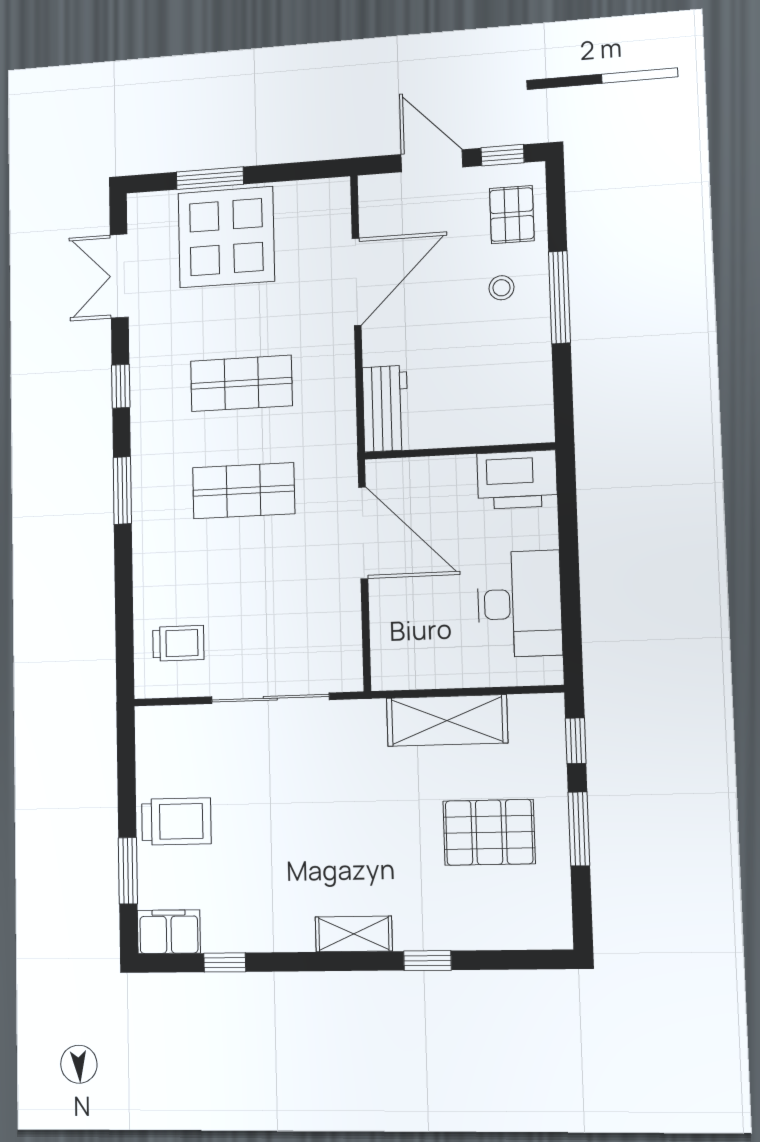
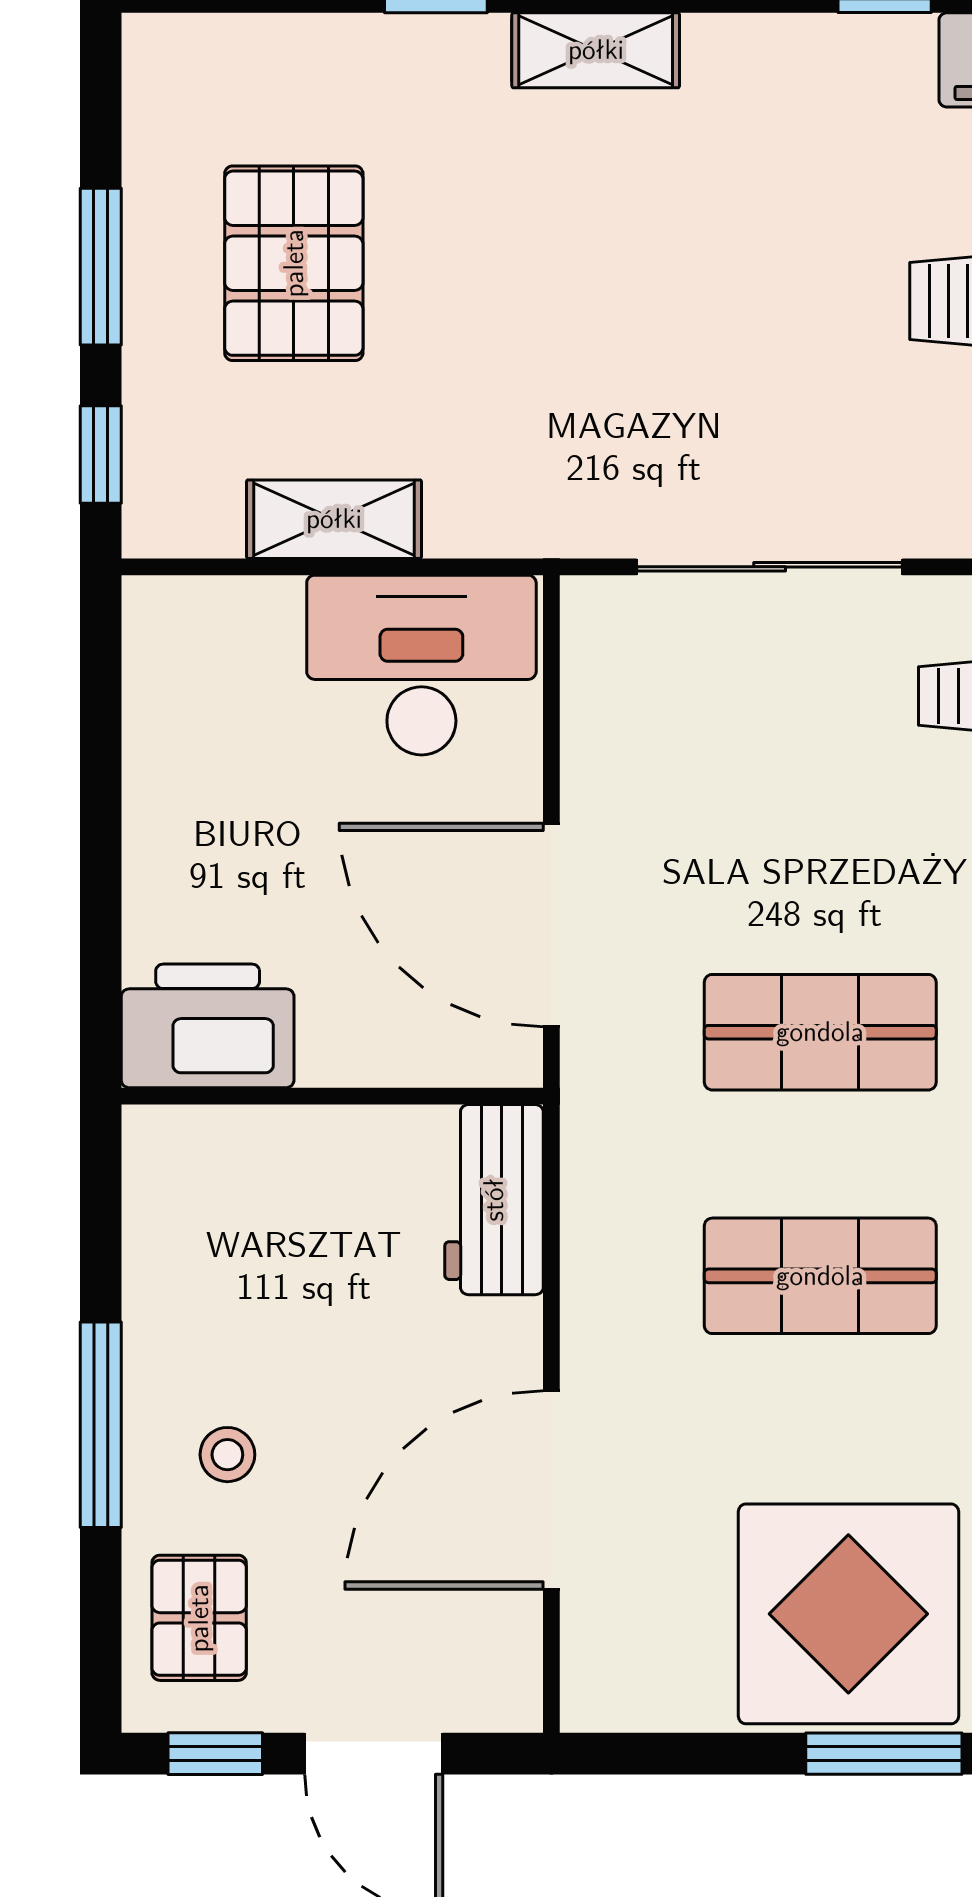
desk: (519, 604) -> (421, 665), moved, turned 90
shelving: (447, 721) -> (334, 519), width x0.67, depth x0.75
pallet: (489, 832) -> (294, 263), turned 90

